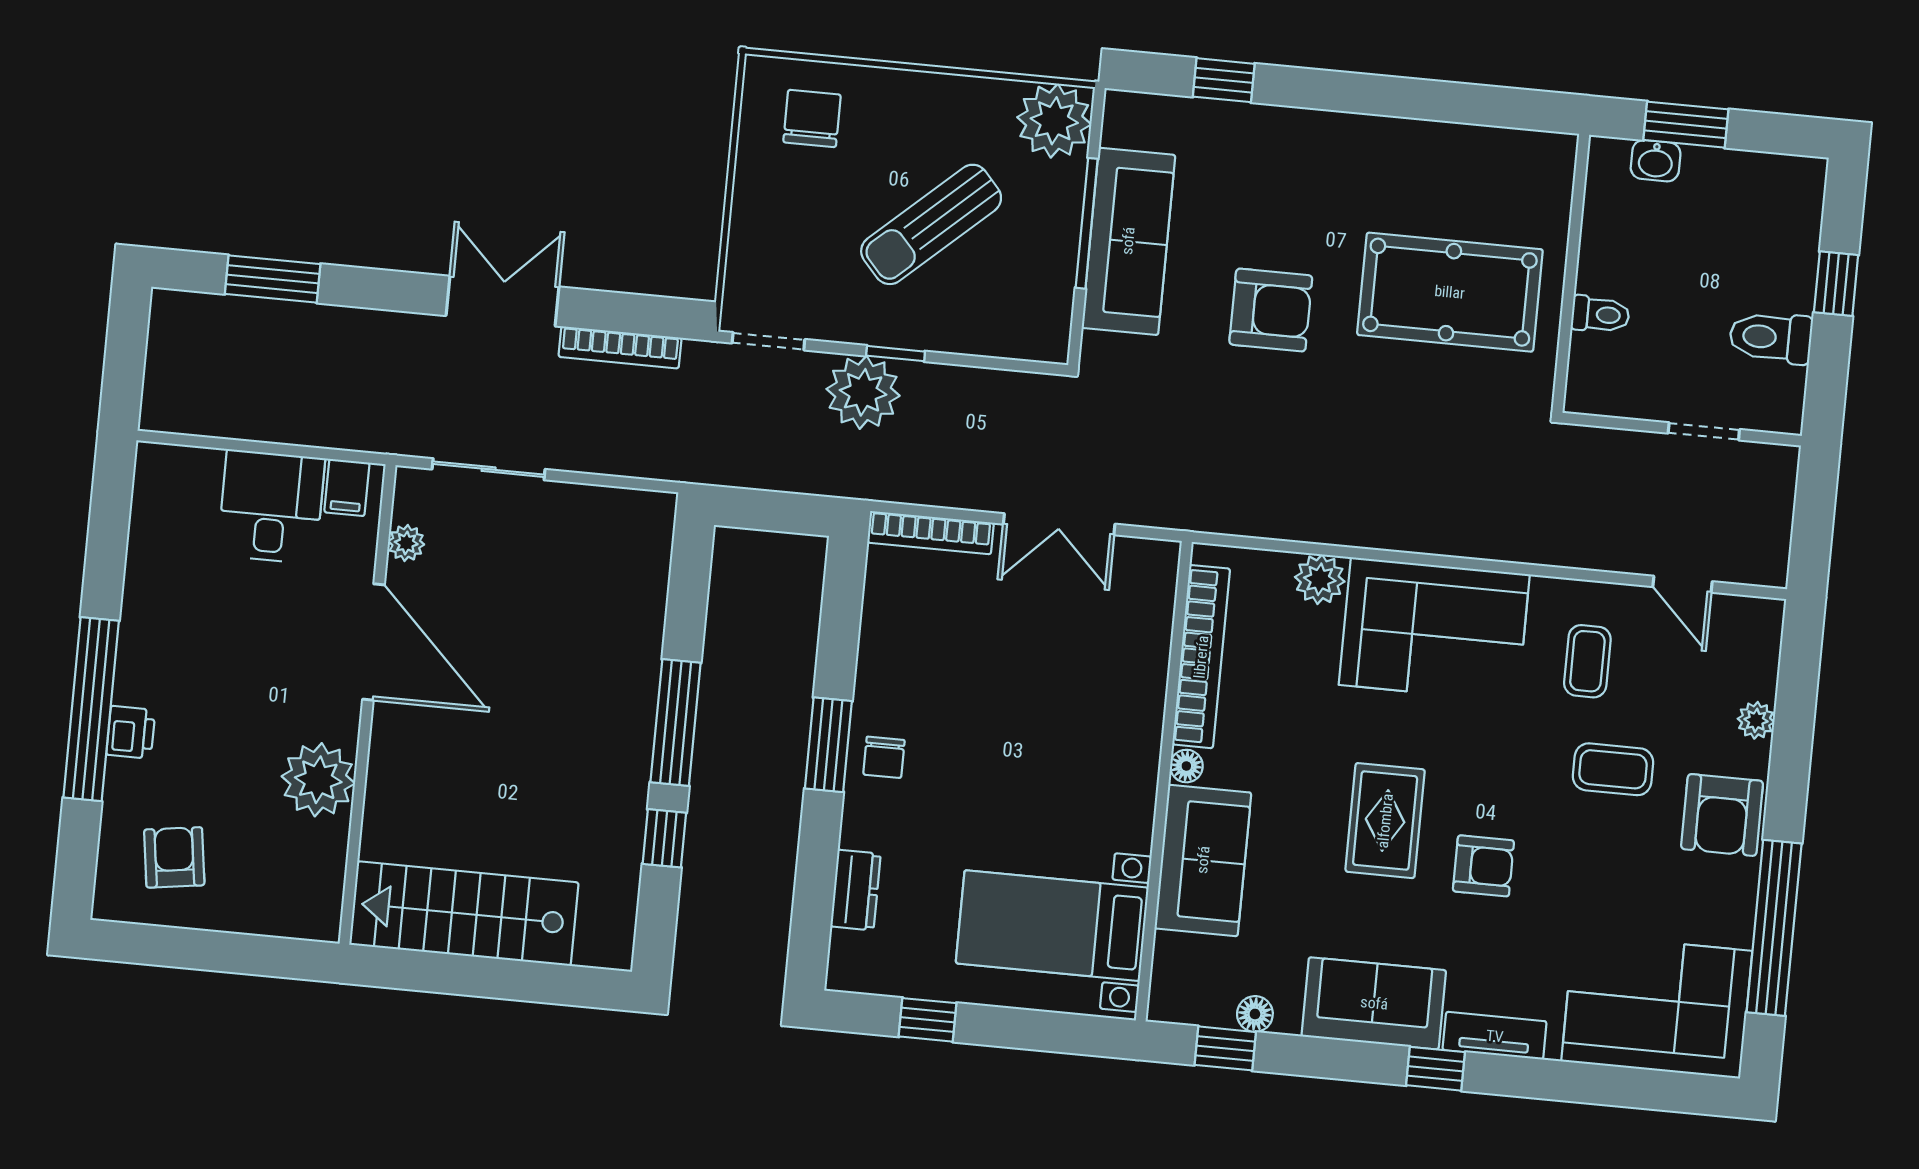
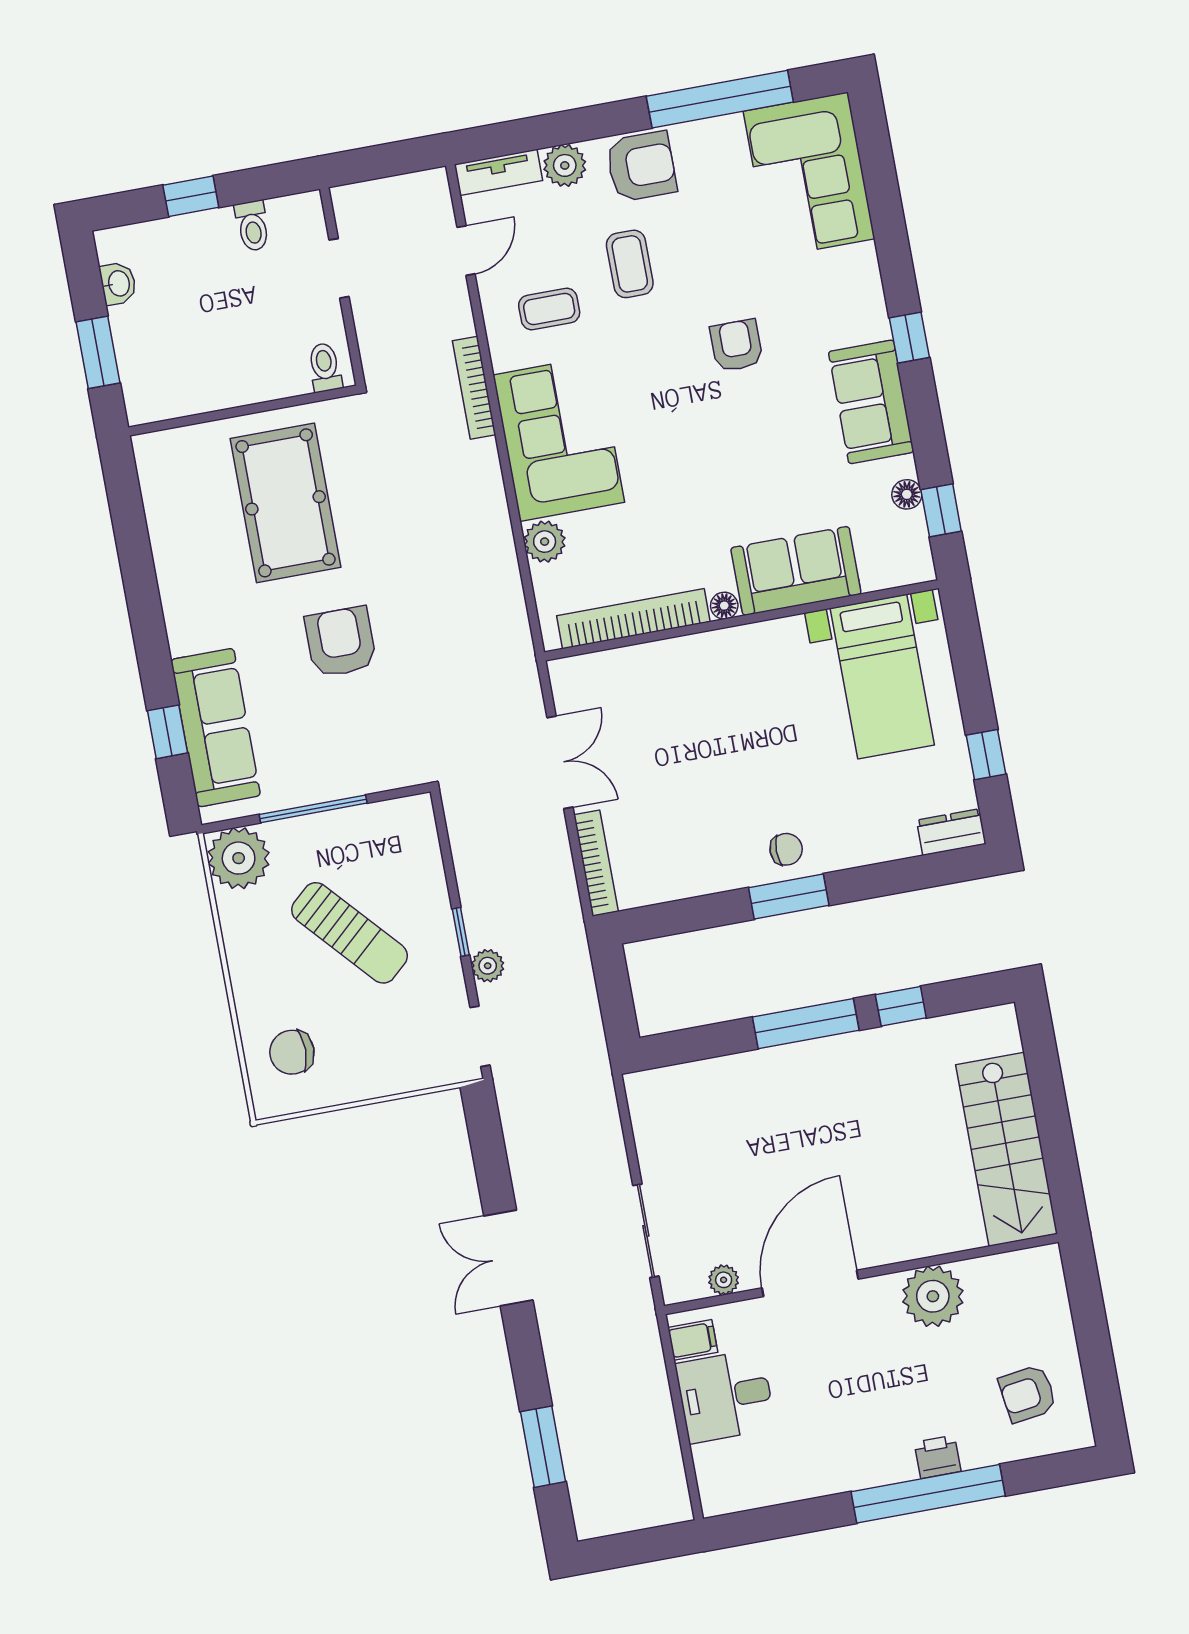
washbasin: (1656, 161) -> (118, 284), moved
sofa: (1128, 241) -> (216, 728), moved, turned 90
toilet: (1600, 314) -> (325, 367), moved
toilet: (1771, 337) -> (252, 226), width x0.73, depth x0.72
bookcase: (620, 347) -> (474, 388), moved, turned 180
plant: (863, 392) -> (488, 966), width x0.53, depth x0.53
plant: (1756, 720) -> (565, 165), width x1.38, depth x1.38
rug: (1385, 821) -> (723, 434), removed
dresser: (856, 890) -> (951, 832), moved
tv unit: (1495, 1036) -> (499, 172), moved, turned -90

